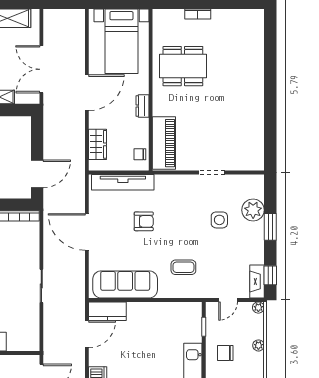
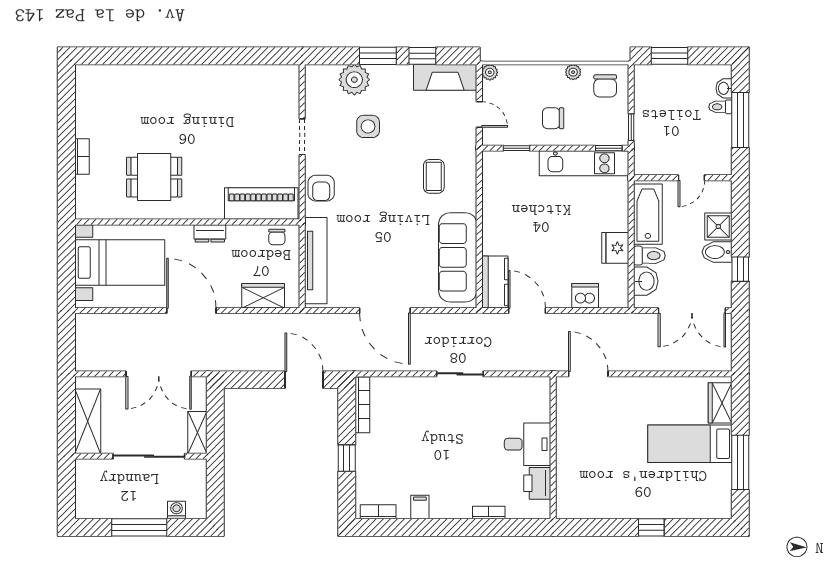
dining table: (183, 66) -> (154, 177), width x0.73
armchair: (144, 221) -> (321, 188), moved, turned 180
door: (87, 232) -> (385, 311), hinge flipped
window: (270, 275) -> (422, 56), moved
fireplace: (257, 282) -> (445, 77), width x1.37, depth x1.32
plant: (258, 345) -> (573, 72), moved
chair: (225, 353) -> (553, 118), turned 90

